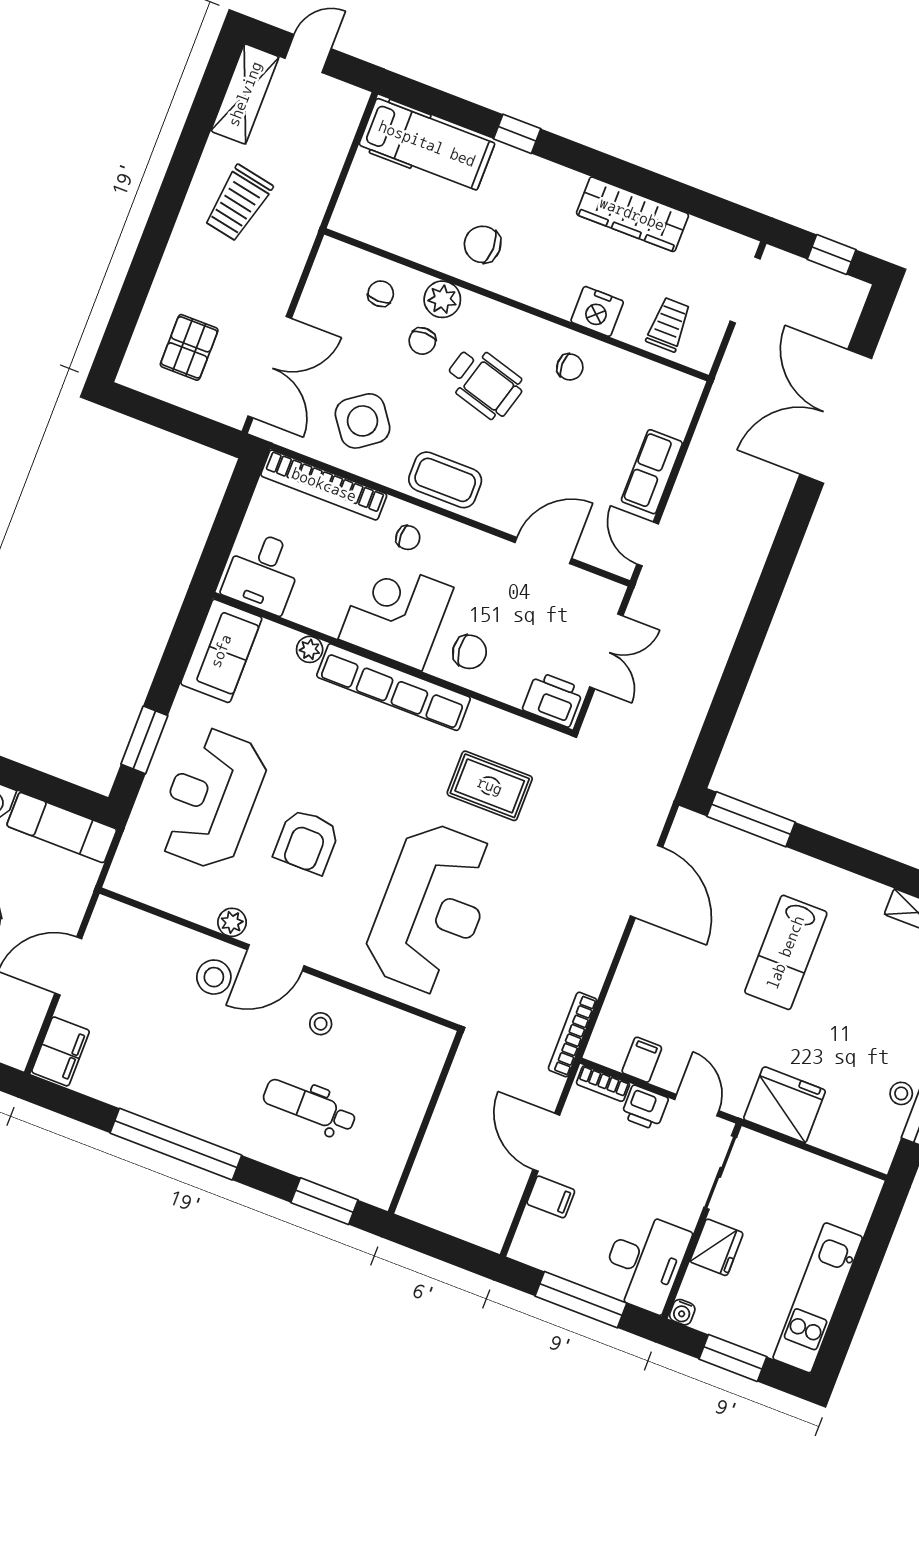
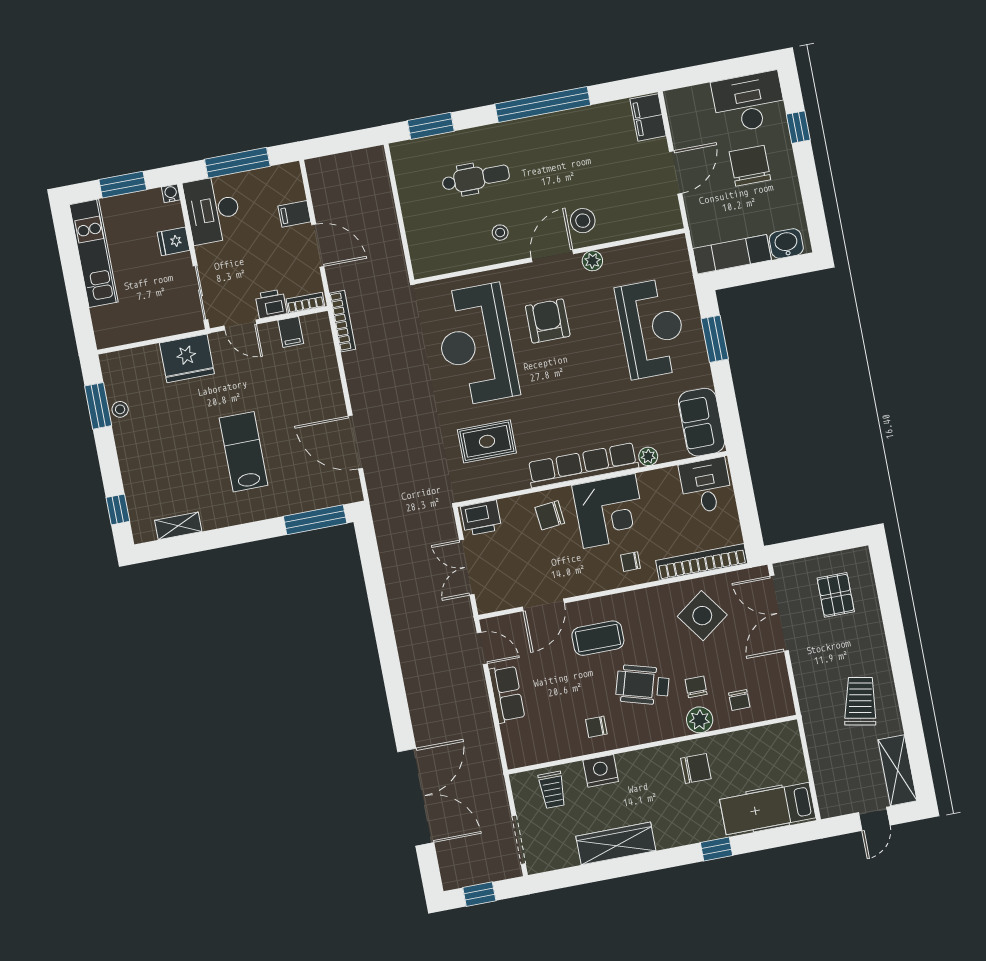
coffee table: (445, 480) -> (598, 638), moved
armchair: (307, 841) -> (548, 321), moved
fridge: (717, 1247) -> (174, 241), width x0.72

